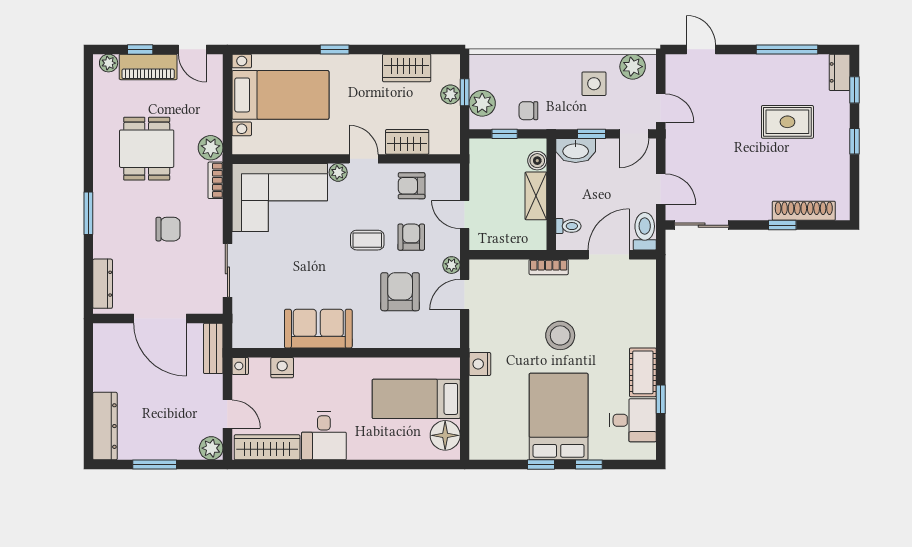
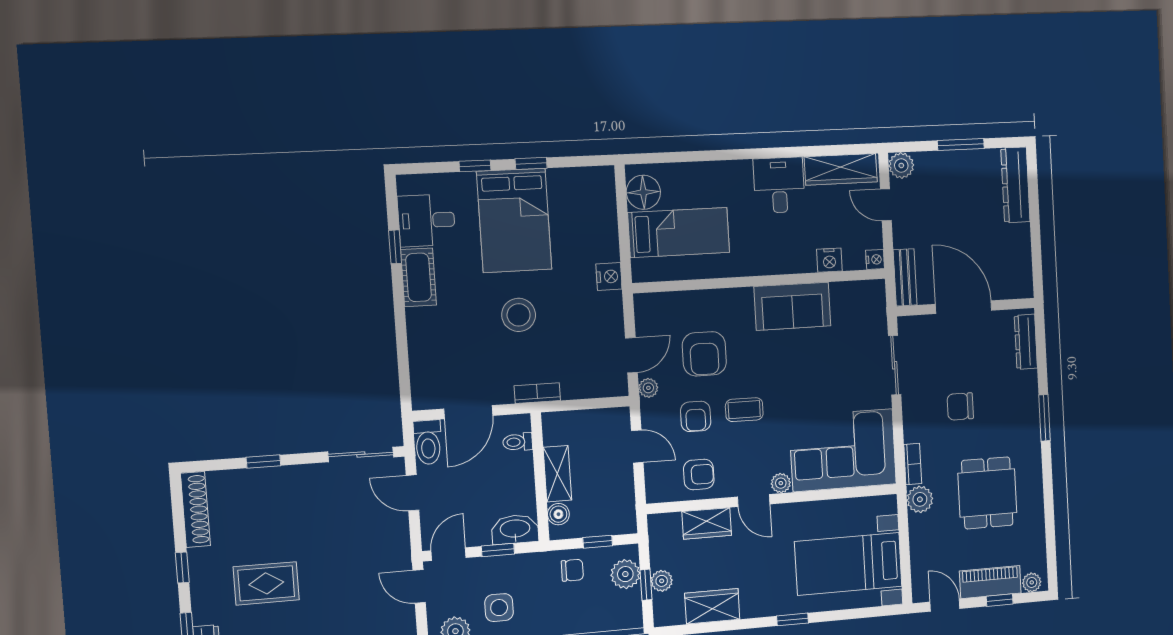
shoe rack: (804, 211) -> (195, 509), moved, turned -90

